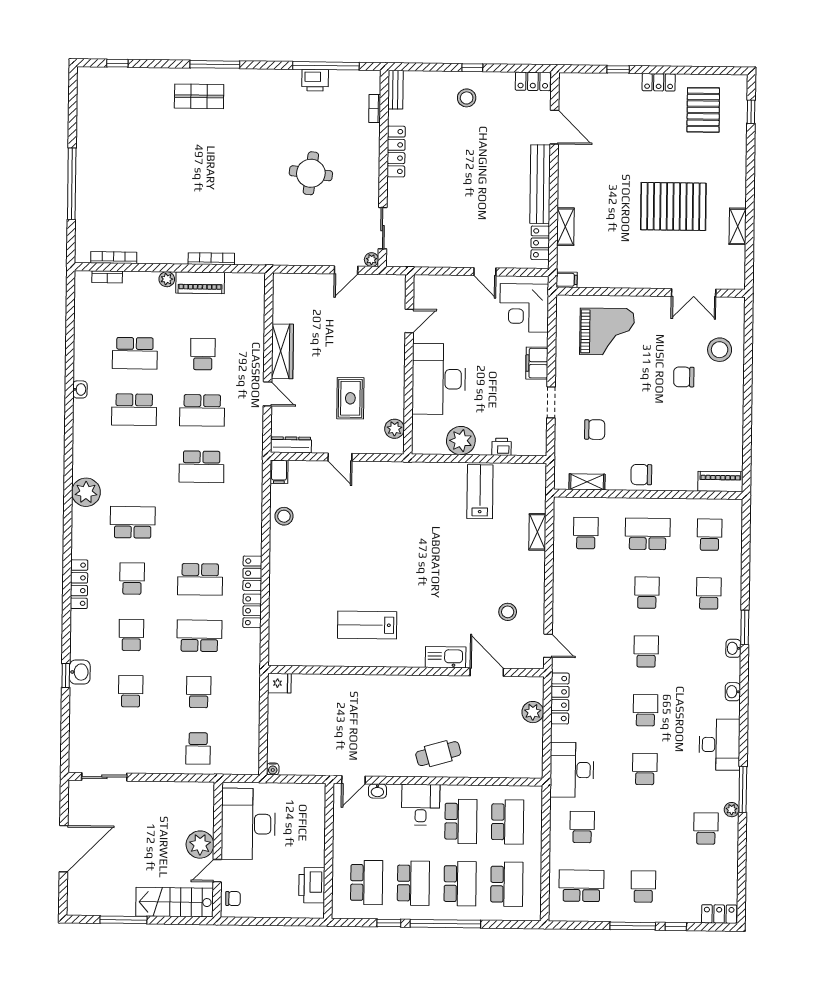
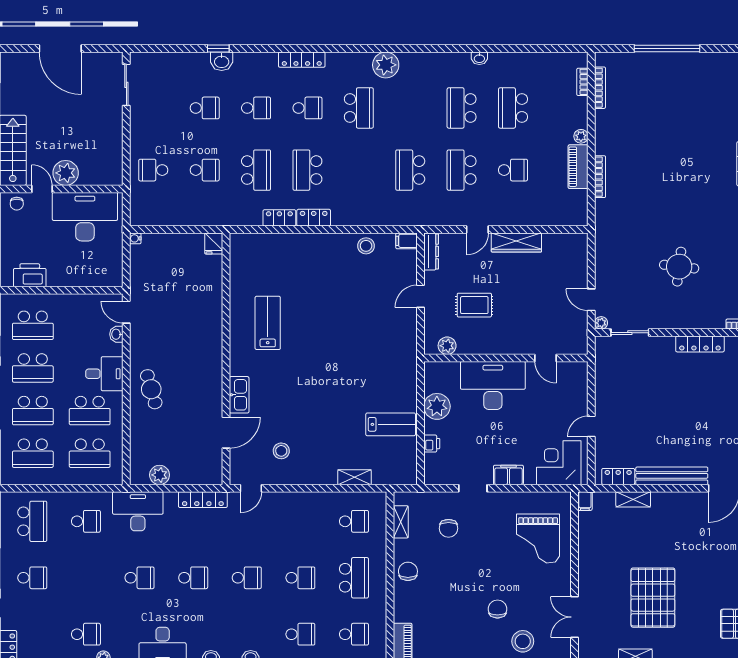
plant: (533, 712) -> (160, 475), moved

